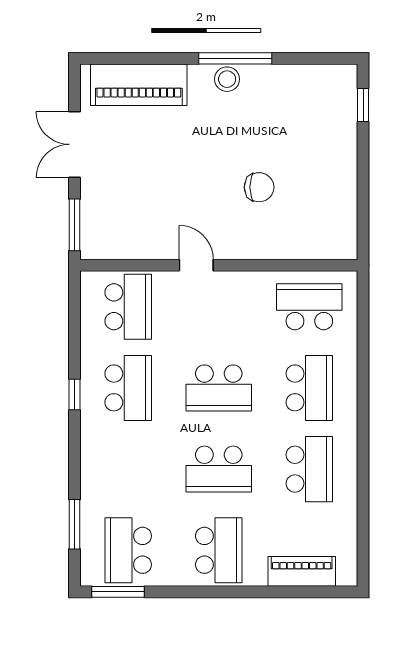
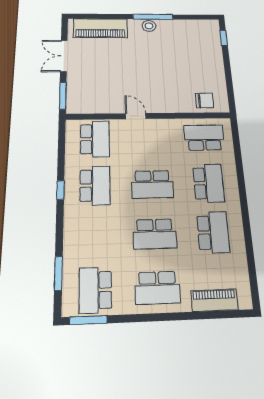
chair: (259, 187) -> (204, 100), moved
school desk: (219, 550) -> (157, 288), turned 90

